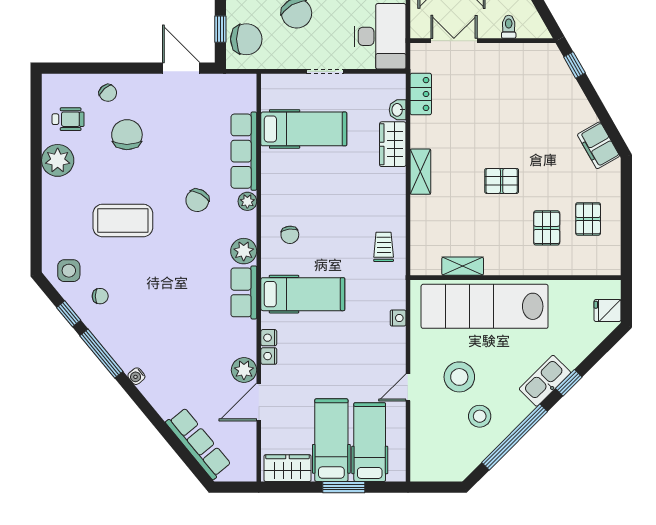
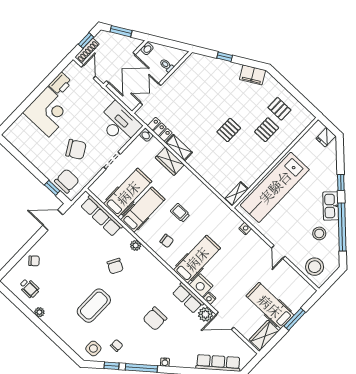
window: (574, 65) -> (225, 57), moved
washbasin: (398, 110) -> (146, 135), moved
wheelchair: (68, 119) -> (29, 288), turned 91
chair: (127, 135) -> (155, 319), moved, turned -90
row of seats: (244, 151) -> (102, 216), moved
plant: (58, 160) -> (39, 312), width x0.53, depth x0.53
shelving: (420, 172) -> (179, 148), moved
pallet: (547, 228) -> (267, 130), turned 90
trolley: (384, 247) -> (180, 213), moved
plant: (244, 251) -> (155, 267), removed
shelving: (463, 266) -> (236, 194), moved
row of seats: (244, 292) -> (188, 298), moved
nightstand: (269, 338) -> (201, 285), width x1.89, depth x1.79
stool: (459, 377) -> (315, 267), moved
kitchen sink: (545, 381) -> (331, 206), moved
door: (259, 402) -> (225, 321), hinge flipped
hospital bed: (370, 442) -> (143, 210), moved, turned 90

